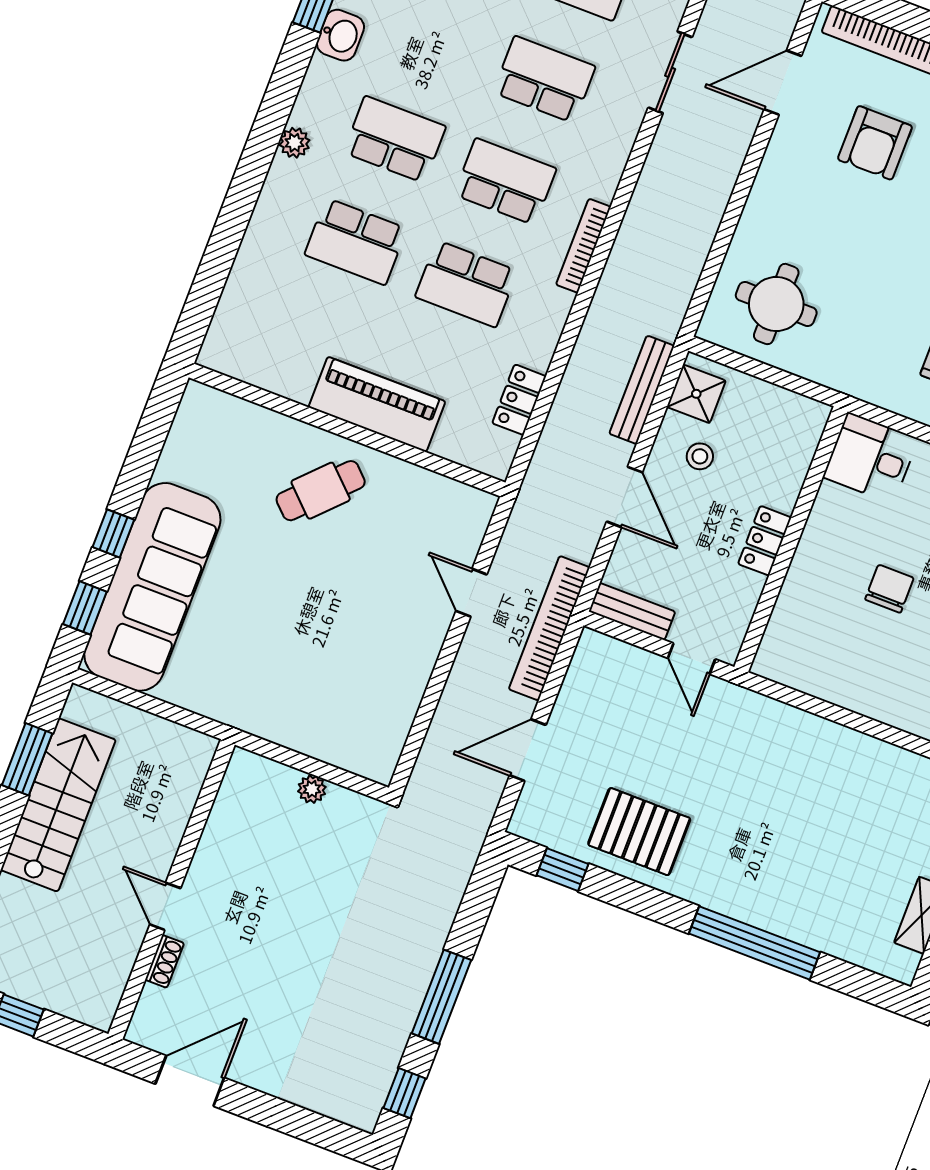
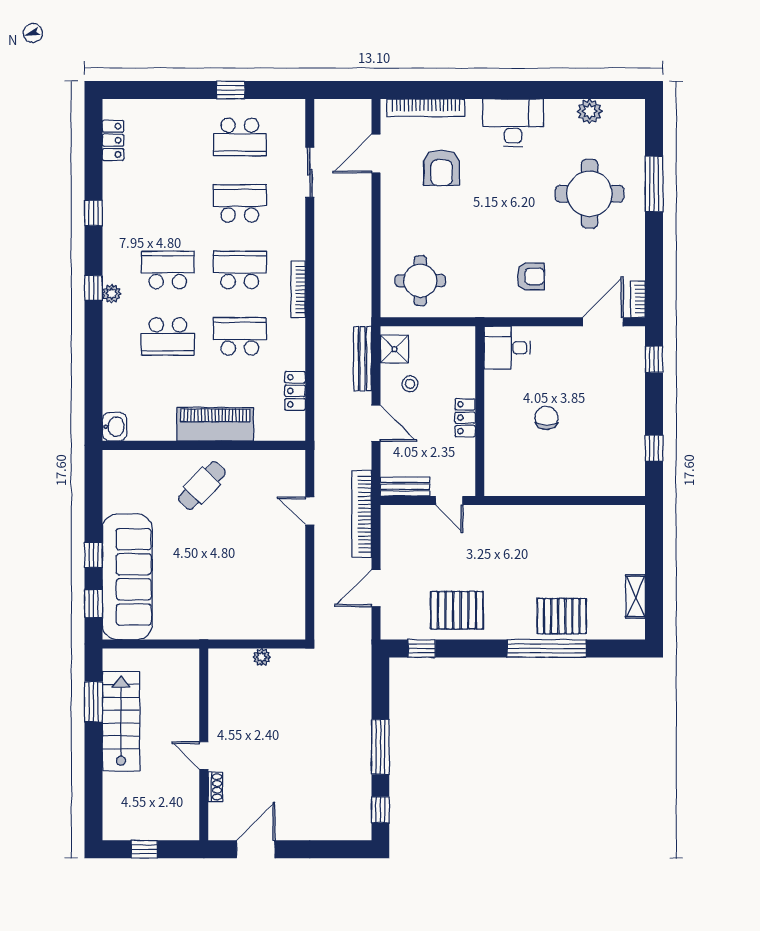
washbasin: (340, 35) -> (114, 427), moved
window: (270, 124) -> (93, 288), added
school desk: (466, 284) -> (240, 336), turned 180
pallet: (797, 902) -> (562, 616), added

